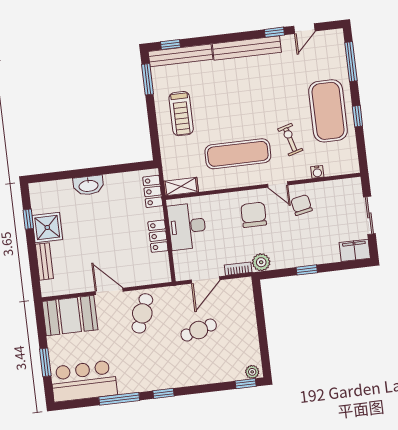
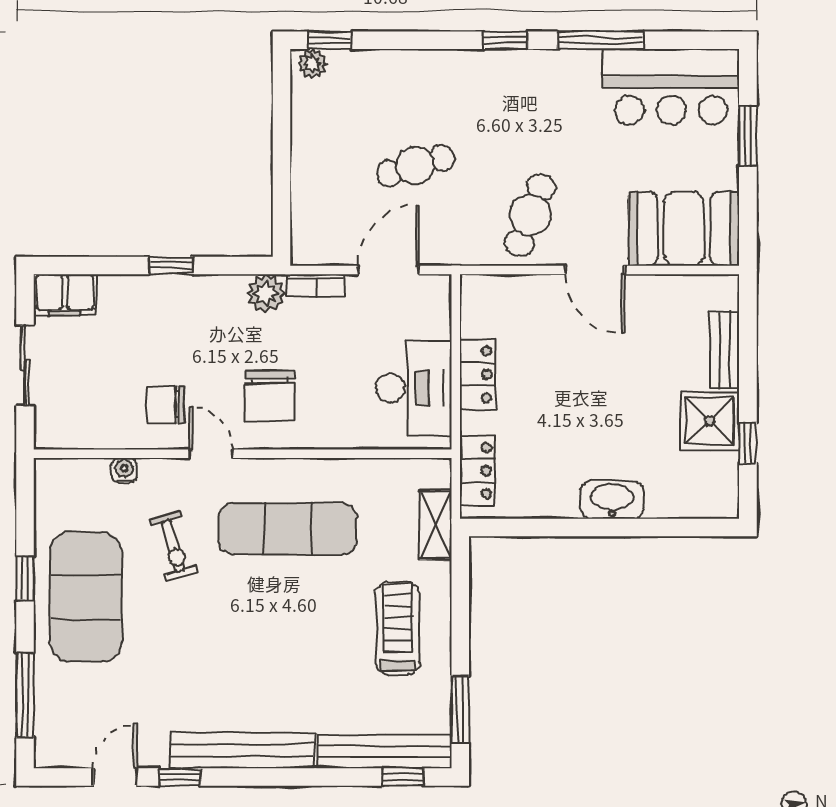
shelving: (181, 187) -> (436, 525), moved, turned 90
chair: (302, 205) -> (166, 404), turned 101

